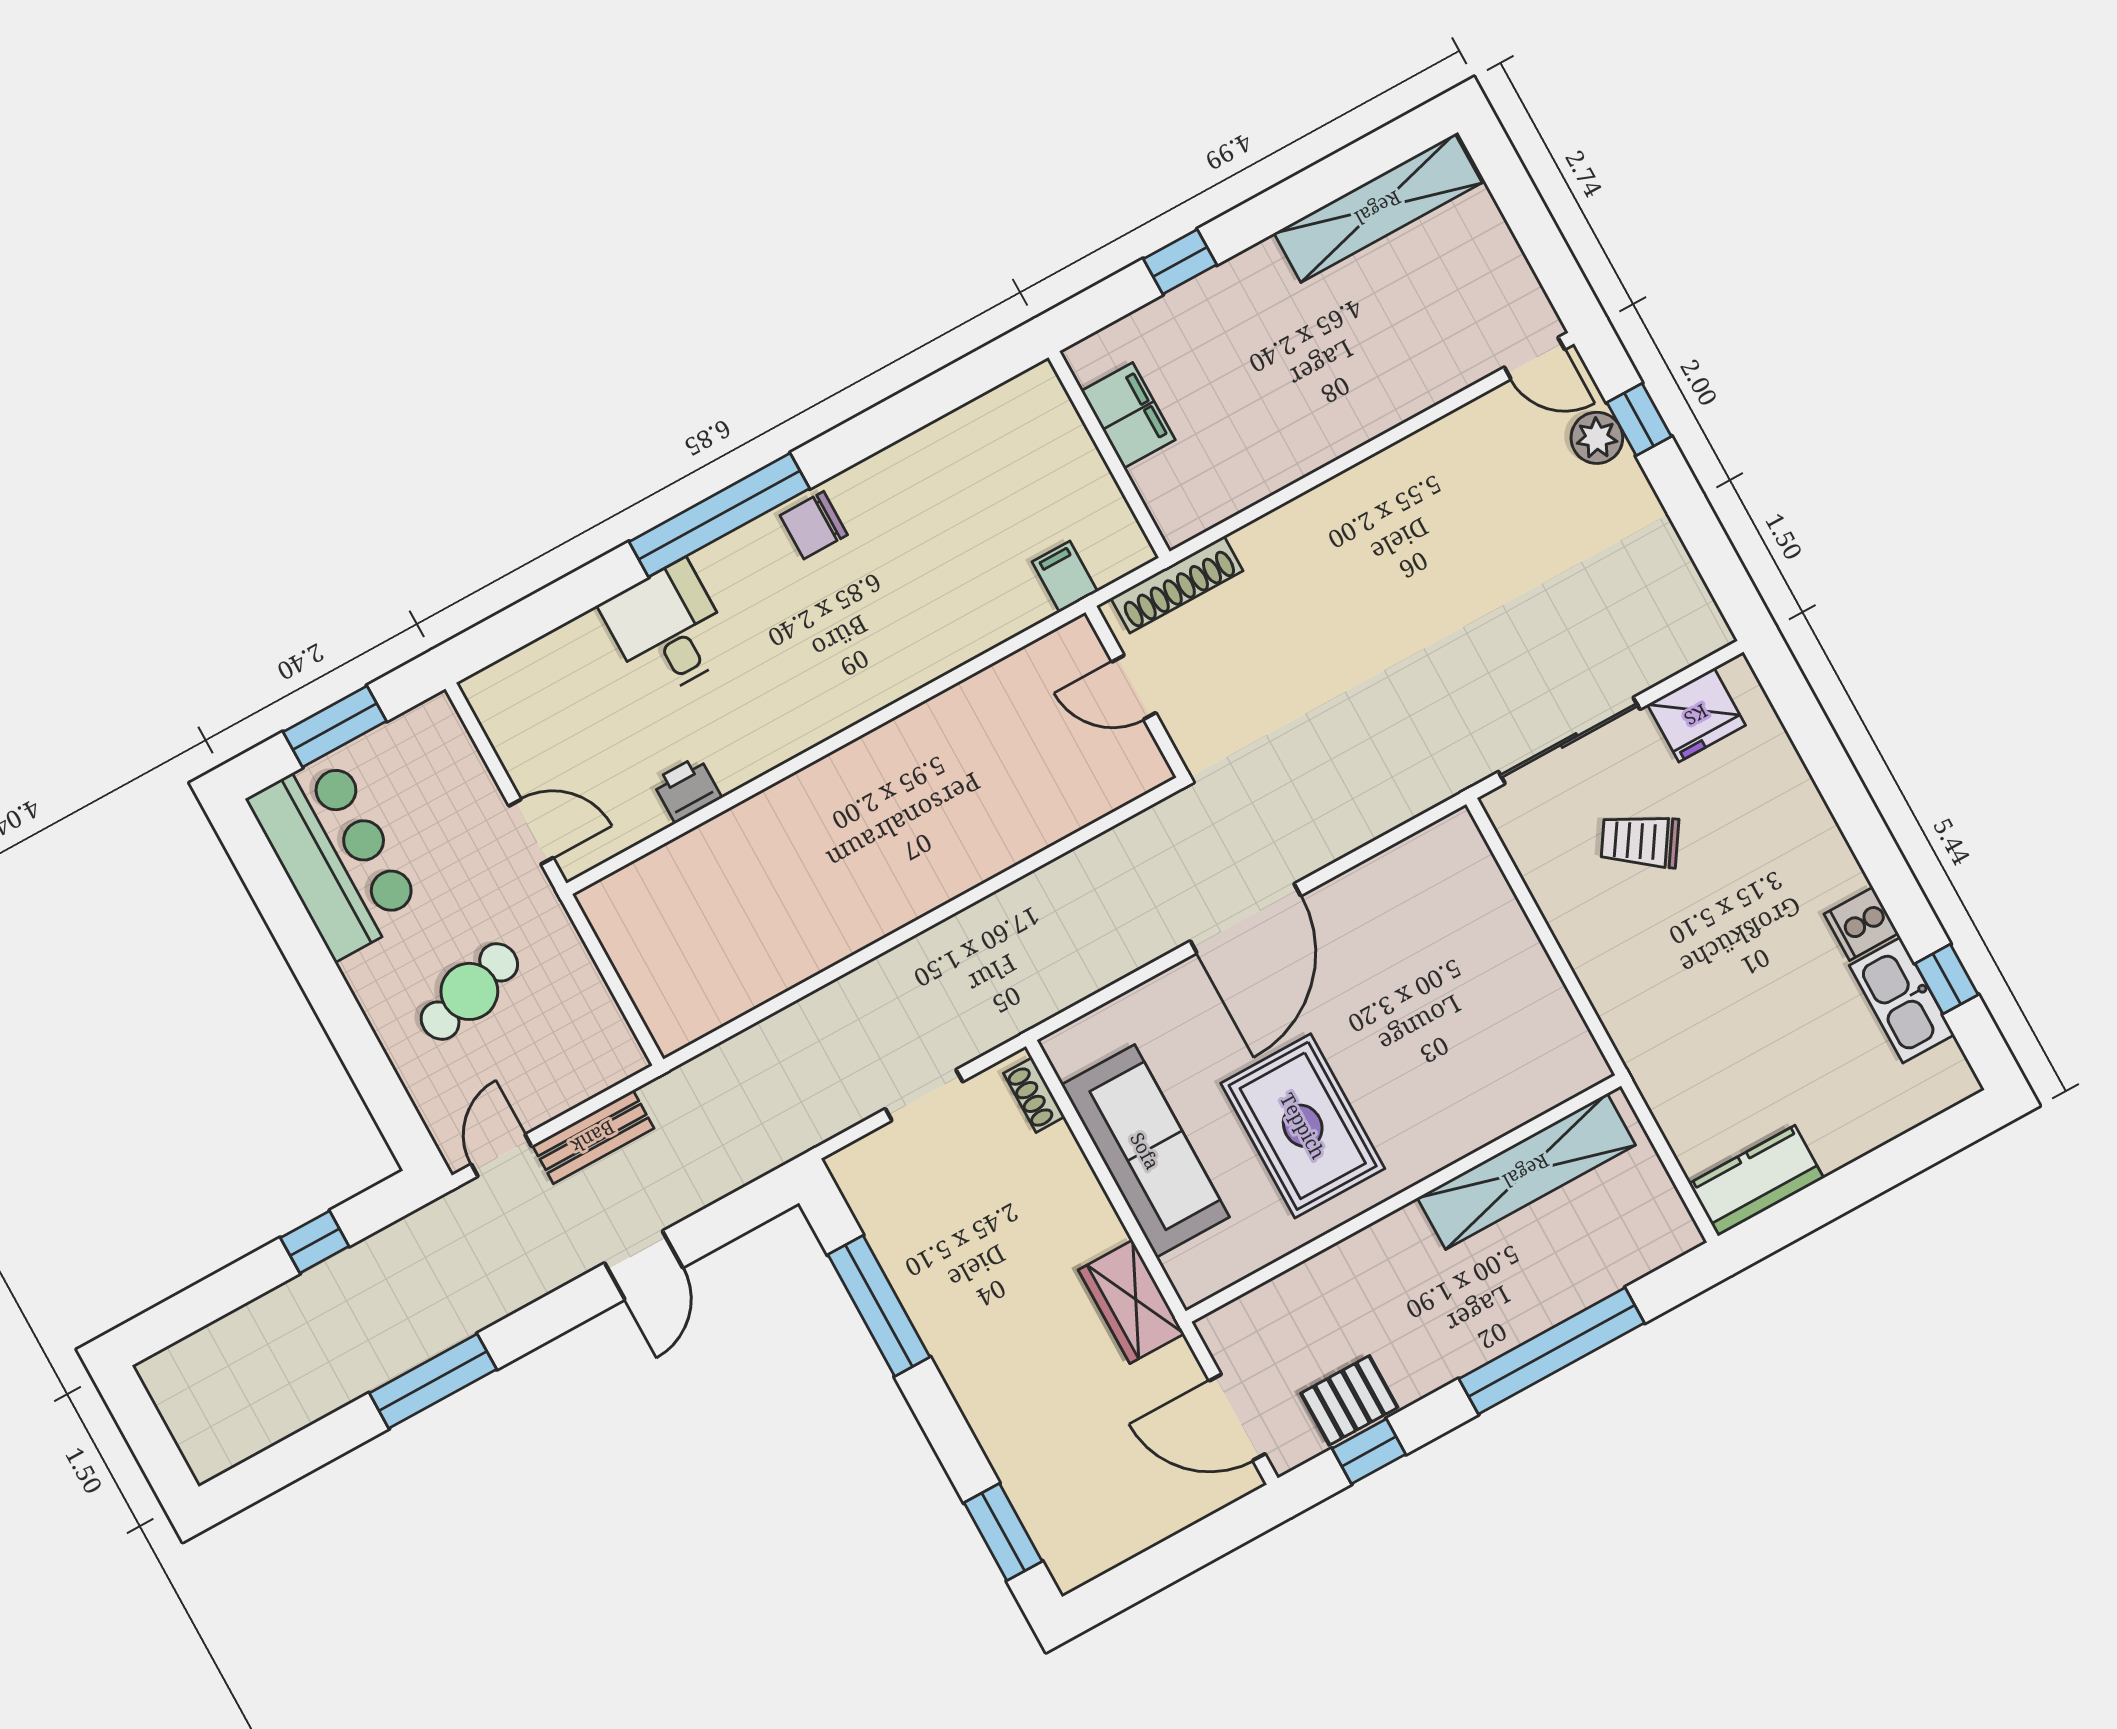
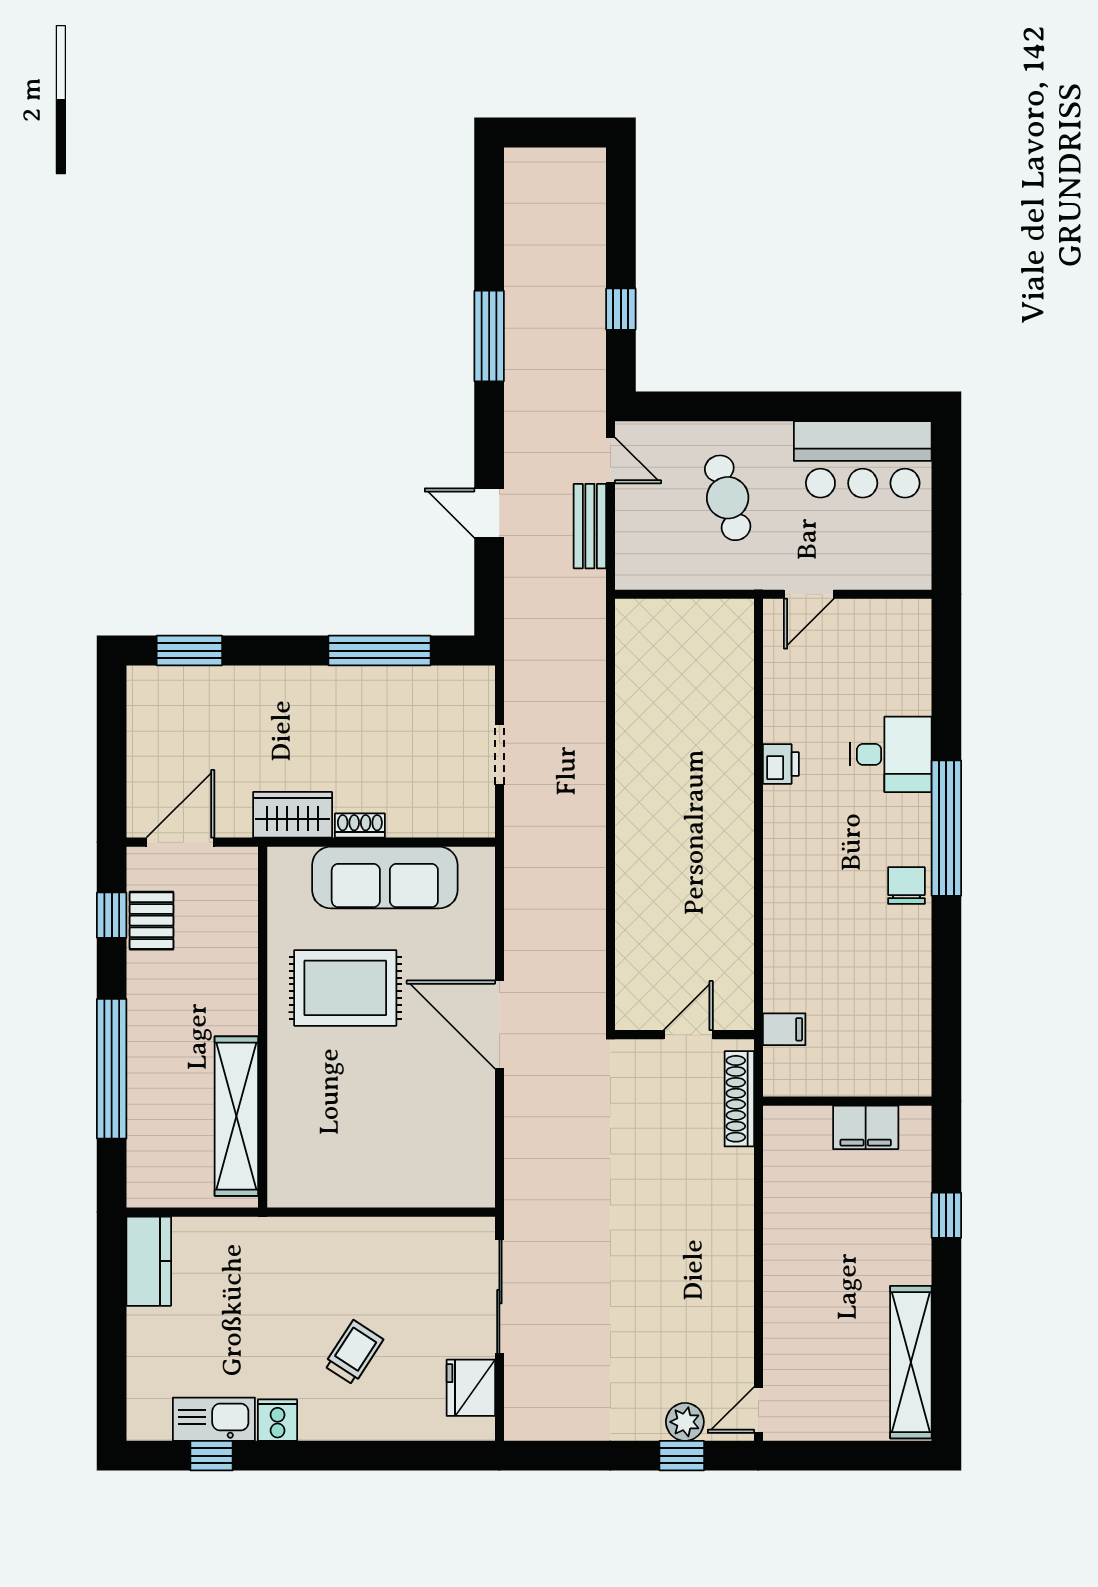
window: (335, 726) -> (946, 505), removed
printer: (687, 789) -> (781, 764), moved
trolley: (1640, 841) -> (354, 1352), moved
shoe rack: (1034, 1095) -> (360, 826), moved

